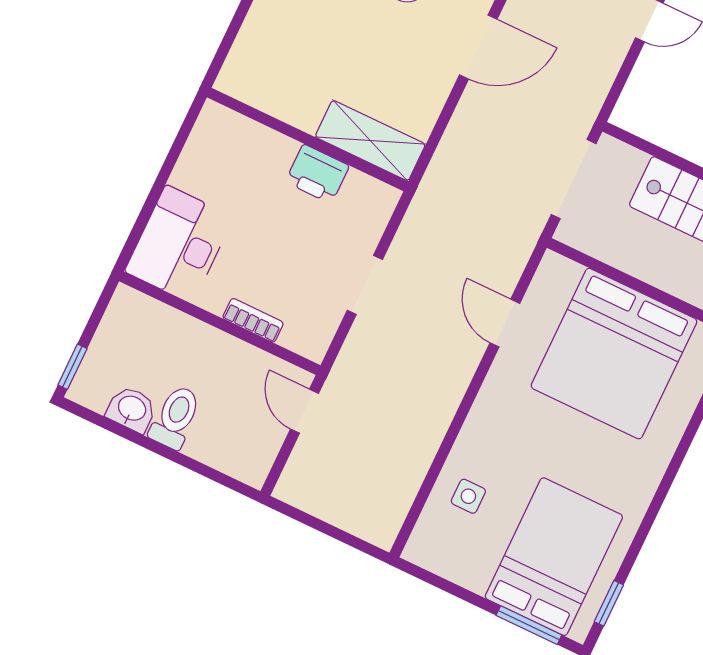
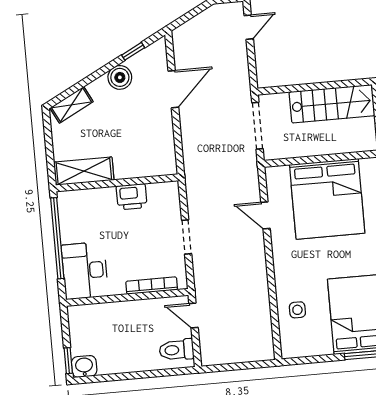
shelving: (370, 141) -> (84, 171), moved
window: (166, 170) -> (57, 238), added
bookcase: (253, 320) -> (152, 285), width x1.56
washbasin: (132, 409) -> (84, 366), moved
toilet: (175, 417) -> (177, 350), moved, turned -90

